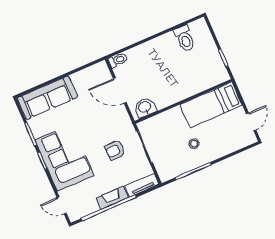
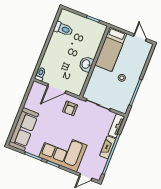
washbasin: (145, 107) -> (86, 64), moved
armchair: (115, 150) -> (70, 108), moved

